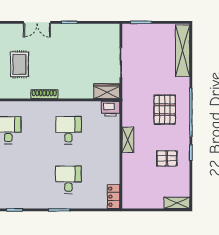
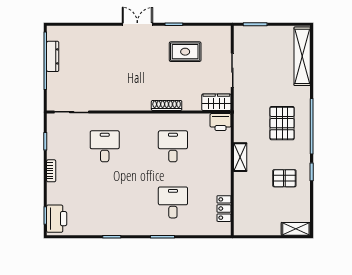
double door: (37, 22) -> (137, 24), swing flipped
rug: (19, 64) -> (185, 52), moved, turned 90
shoe rack: (44, 94) -> (167, 105), moved
locker: (113, 197) -> (224, 209), moved

